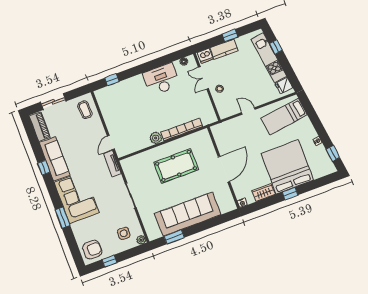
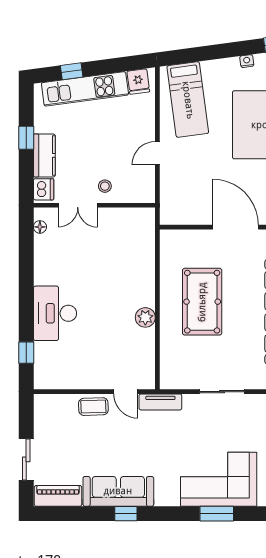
desk: (161, 79) -> (55, 313), moved
coffee table: (85, 110) -> (93, 407), moved
bookcase: (182, 129) -> (147, 271), removed
corner sofa: (77, 197) -> (219, 479), moved

